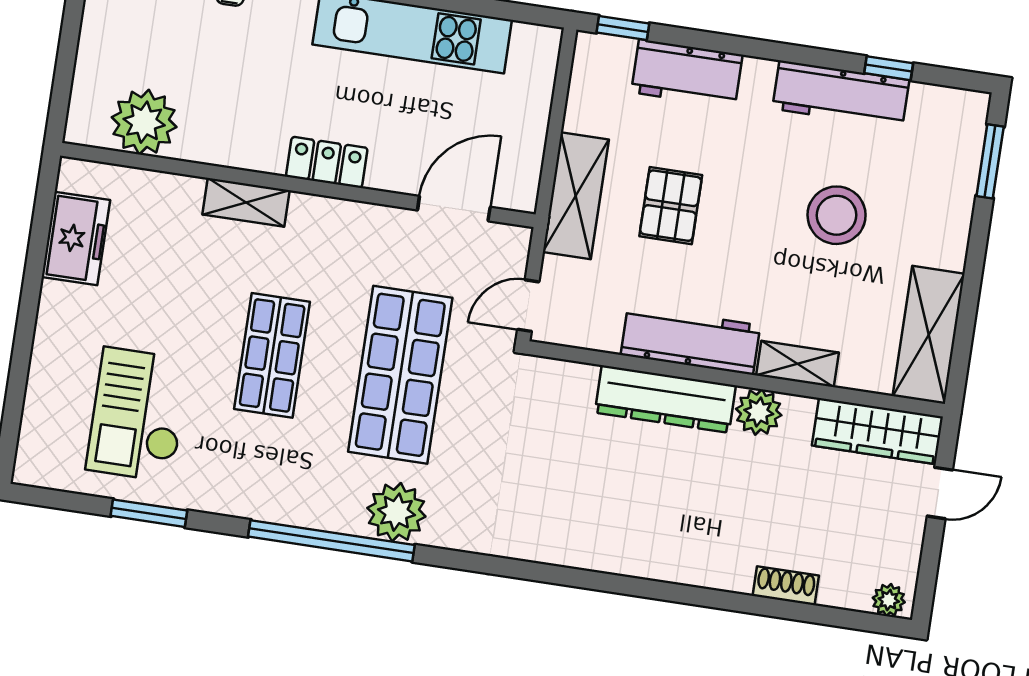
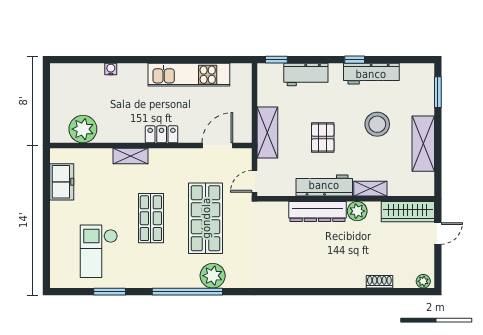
window: (889, 68) -> (355, 60), moved
pallet: (671, 206) -> (323, 138), moved
shelving: (929, 335) -> (423, 144), moved

